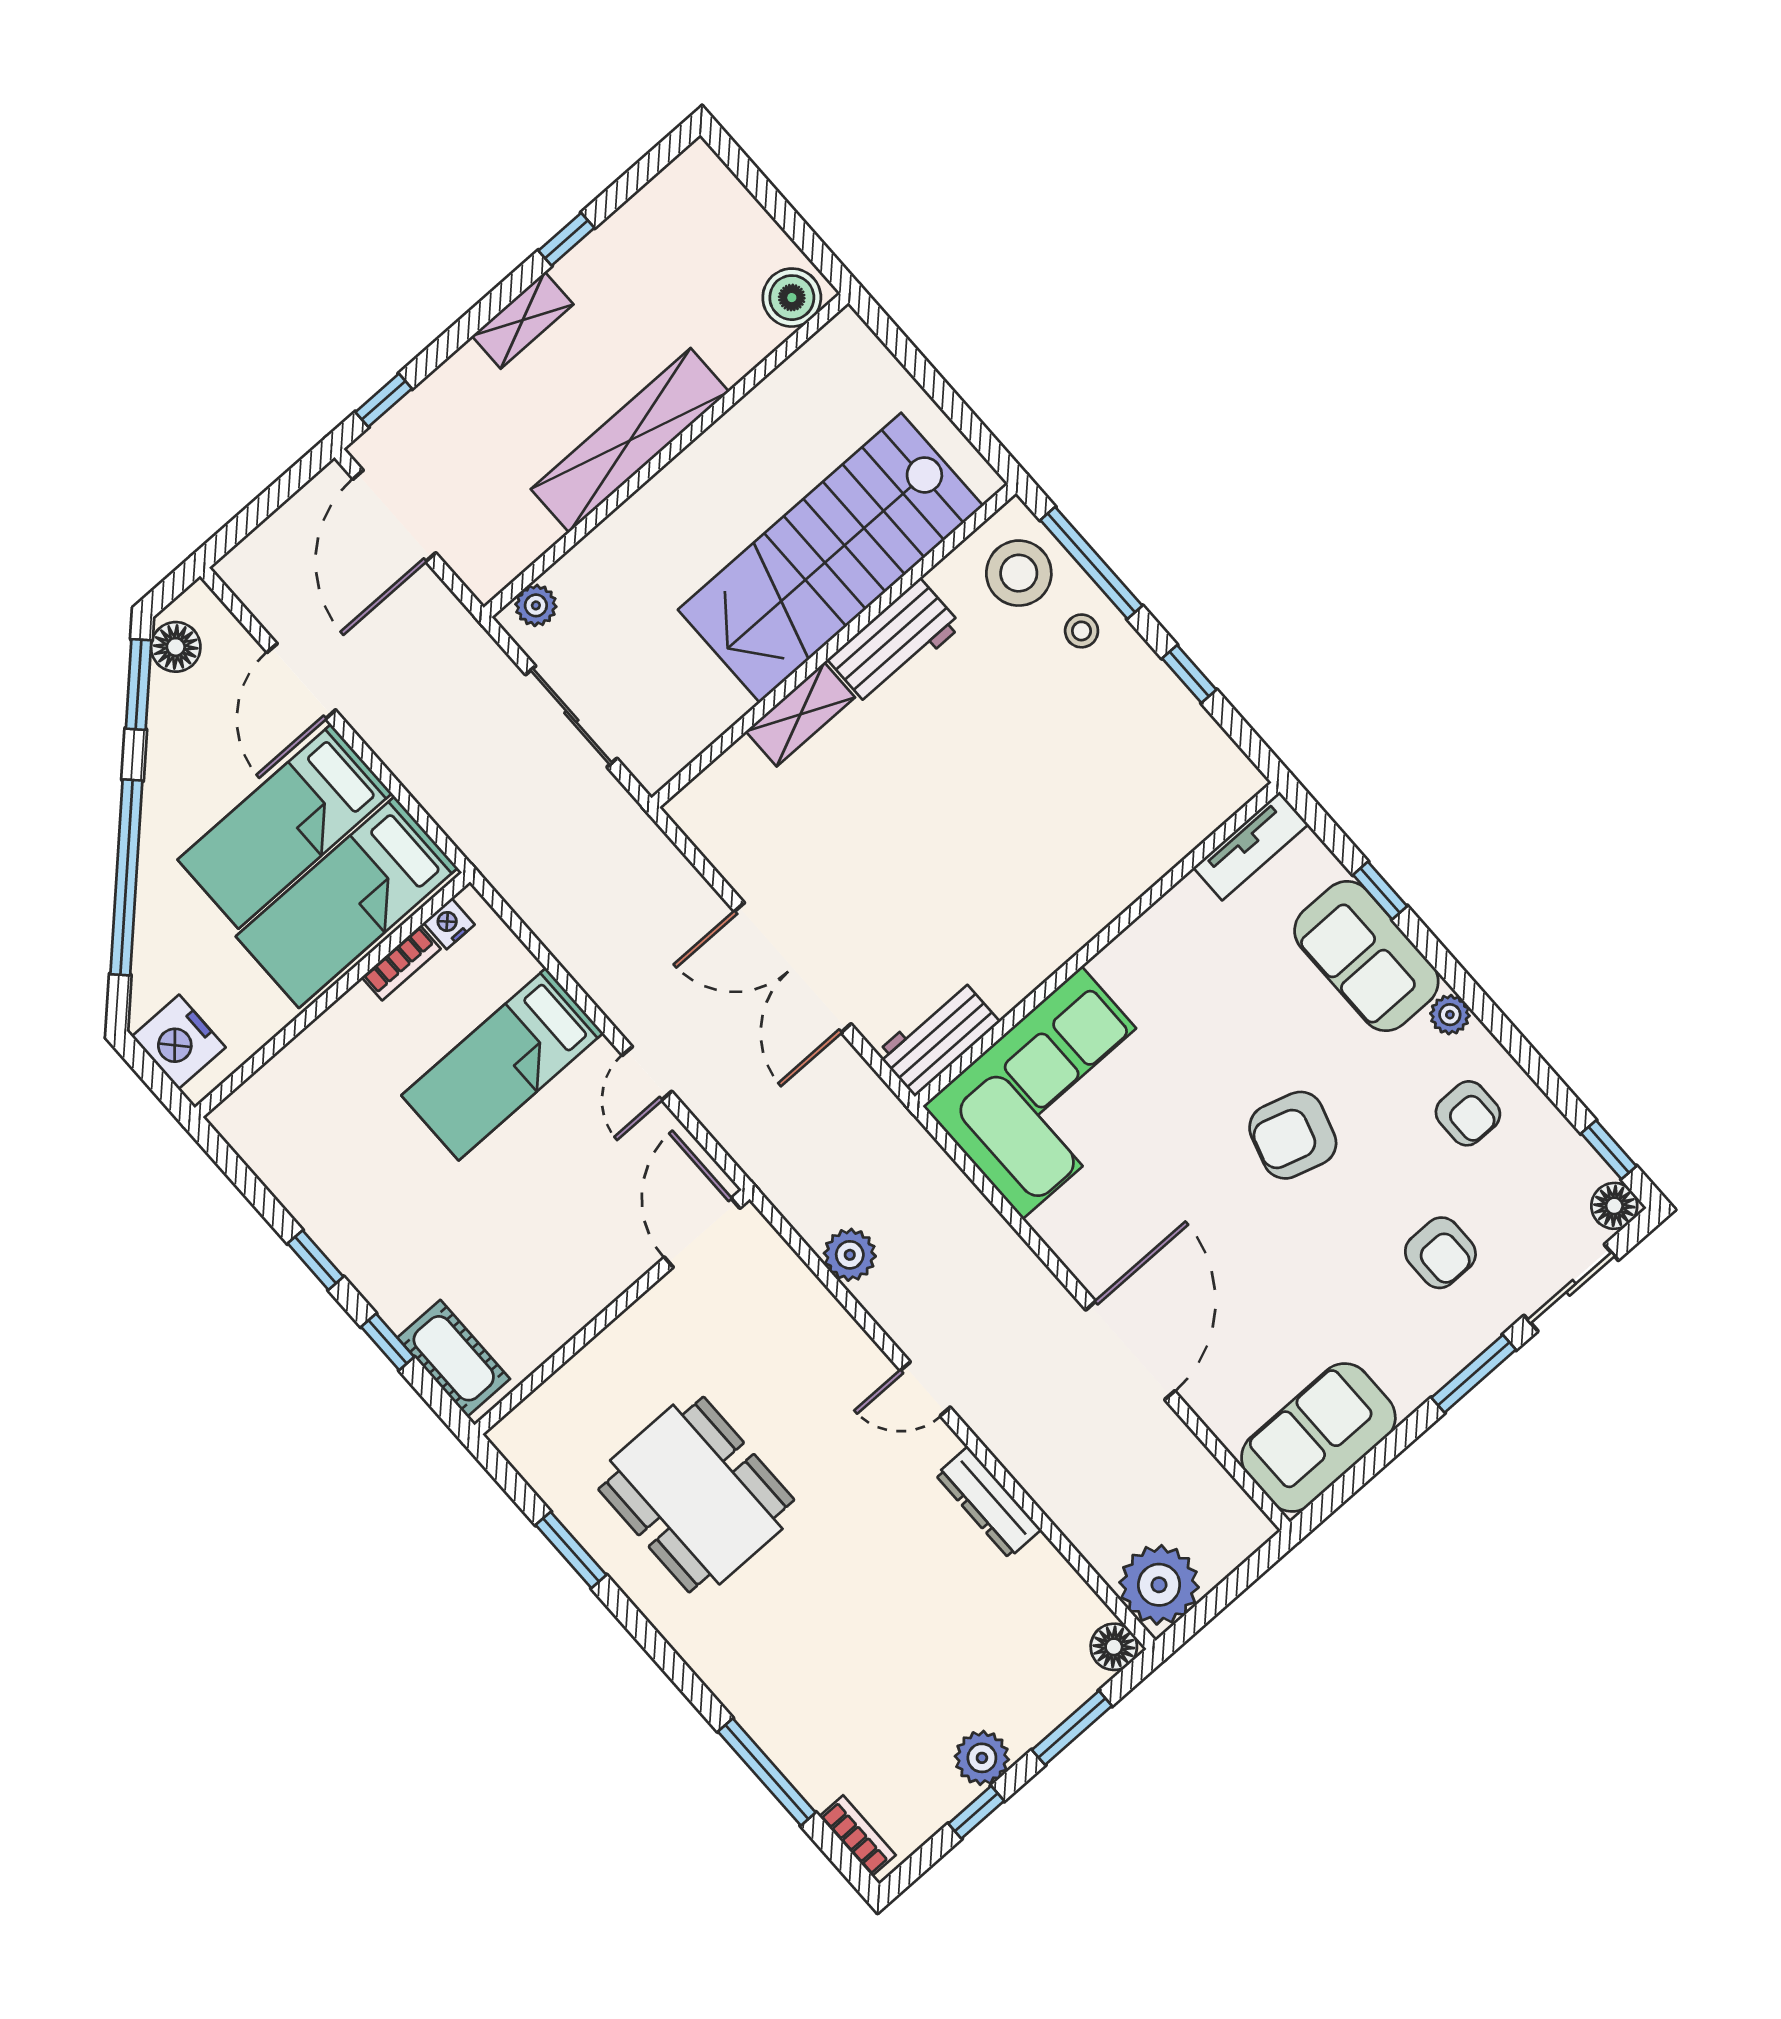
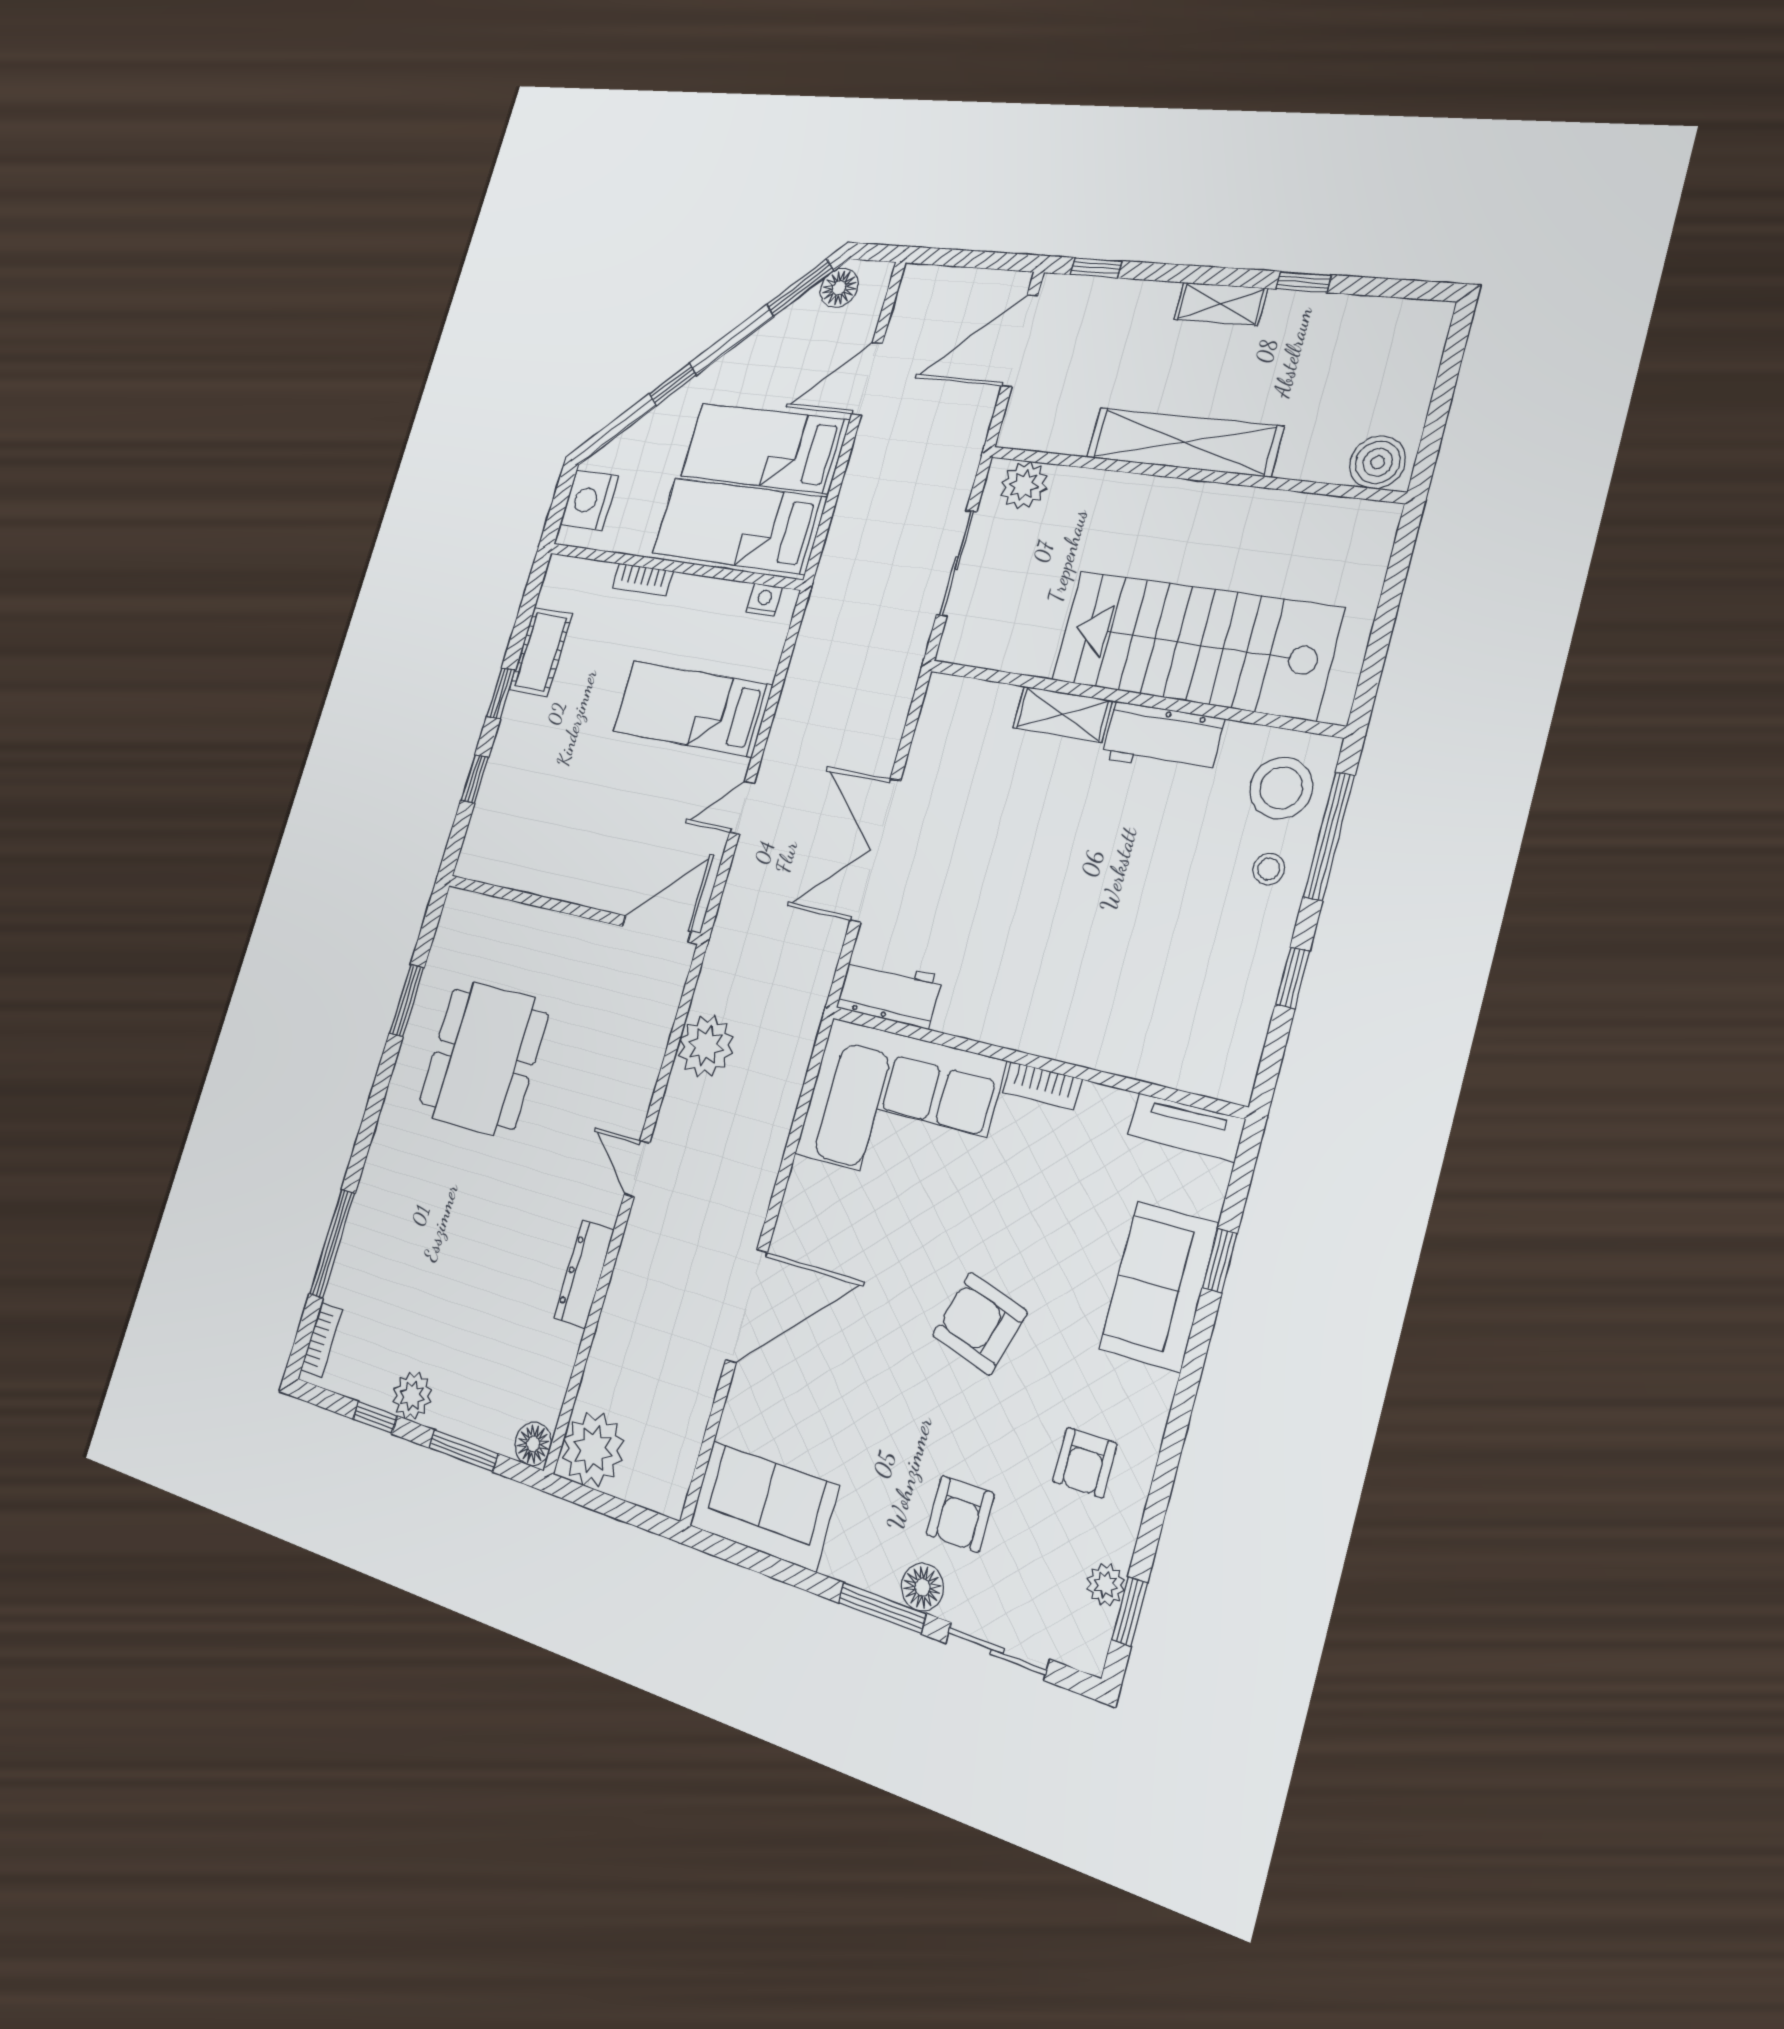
plant: (536, 605) -> (1024, 485), width x1.38, depth x1.38
window: (126, 877) -> (673, 385), width x0.32
bookcase: (1126, 949) -> (1042, 1085), added
bookcase: (401, 963) -> (642, 580), moved
plant: (1450, 1015) -> (1106, 1585), moved
floor lamp: (1614, 1206) -> (922, 1587), moved
plant: (850, 1255) -> (706, 1046), width x1.36, depth x1.36
cot: (454, 1358) -> (541, 652), moved

